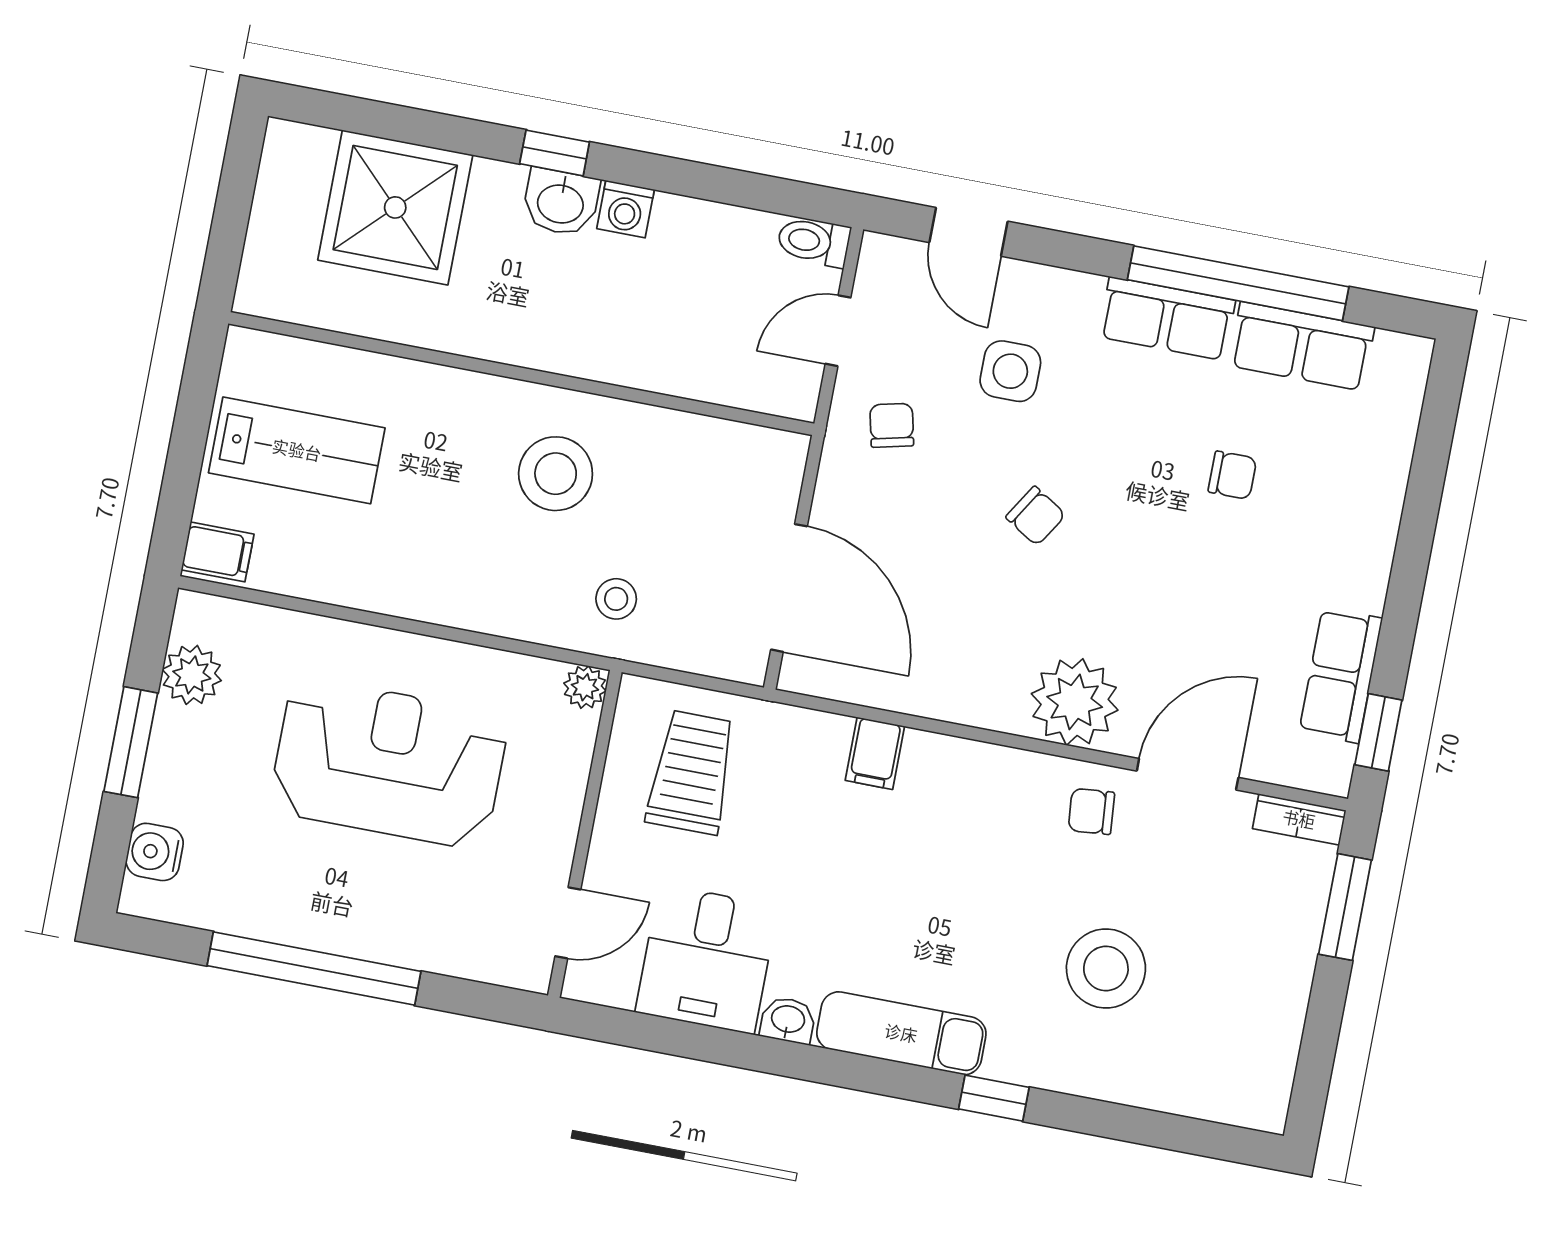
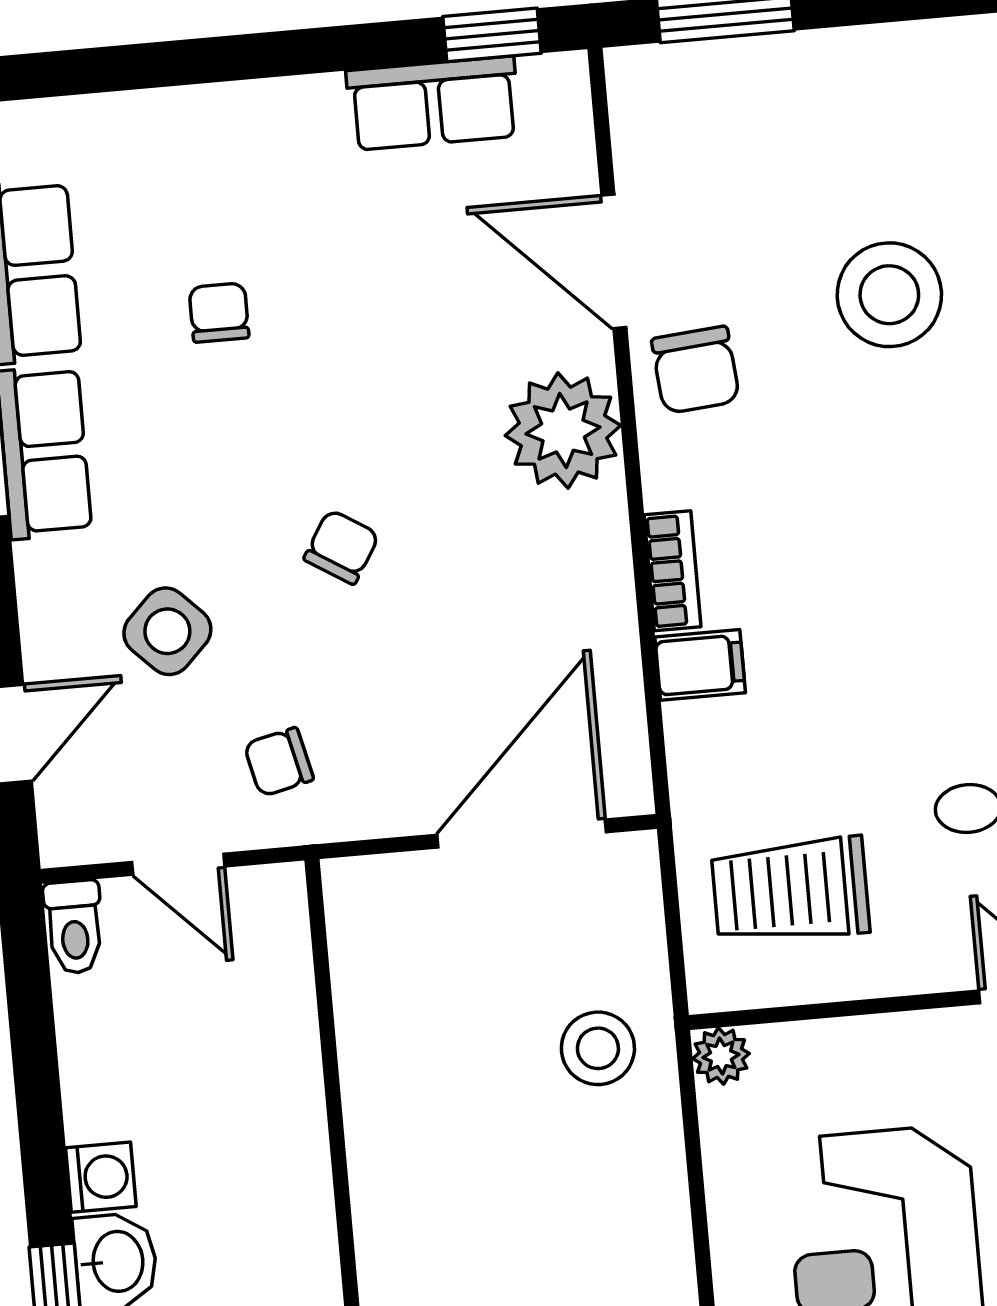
side table: (1010, 371) -> (167, 631), turned 45
stool: (556, 474) -> (461, 1170), removed
stool: (616, 599) -> (598, 1048), width x1.37, depth x1.37
chair: (1091, 811) -> (696, 370), width x1.37, depth x1.37
bookcase: (1299, 819) -> (672, 571), moved

